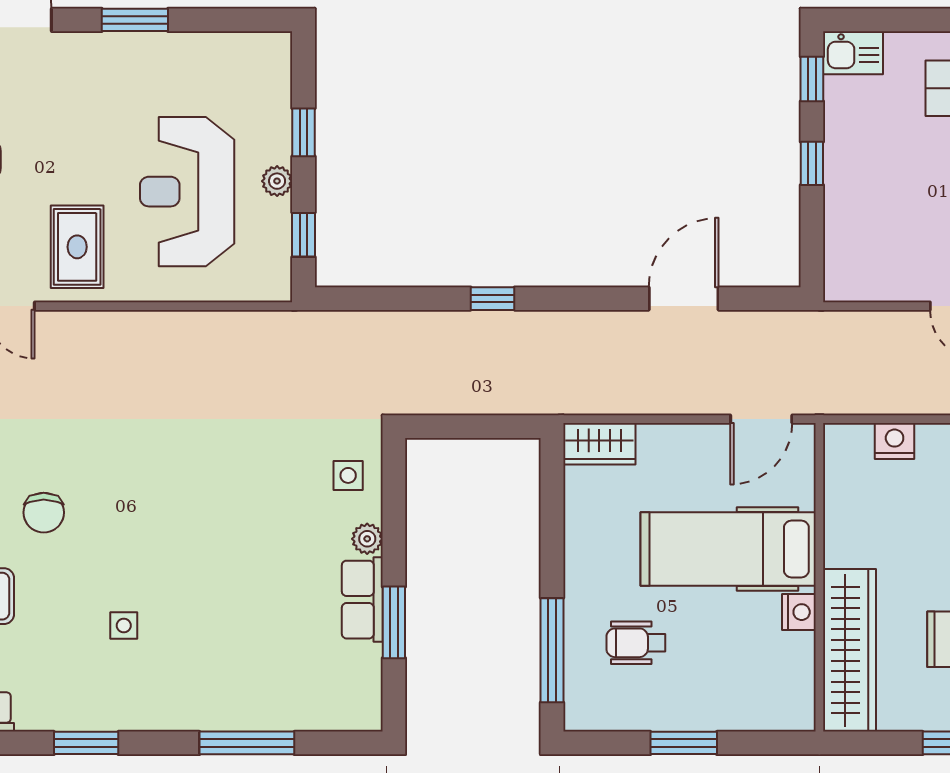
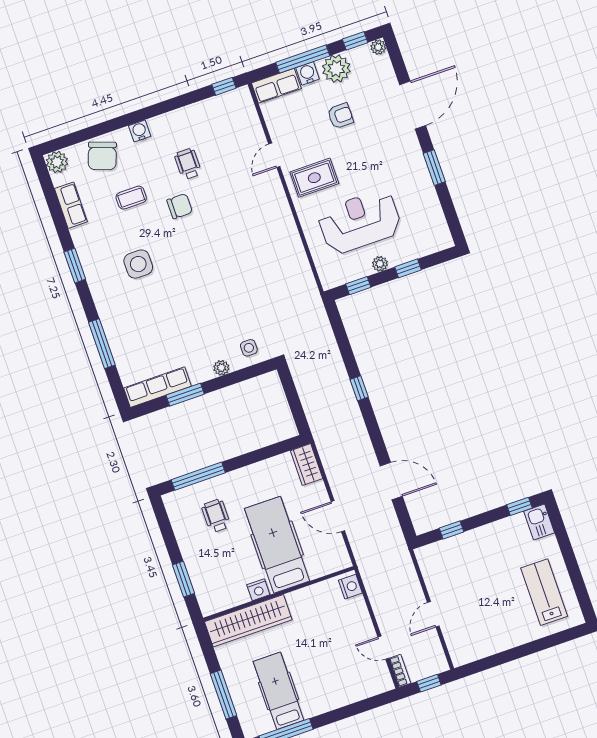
window: (812, 163) -> (451, 530), moved
door: (761, 419) -> (338, 516), moved
nightstand: (895, 441) -> (350, 587), moved
chair: (44, 513) -> (180, 206), turned 180
row of seats: (362, 600) -> (158, 387), moved, width x1.48
side table: (124, 625) -> (138, 264), width x1.87, depth x1.87
window: (684, 743) -> (183, 579), moved

